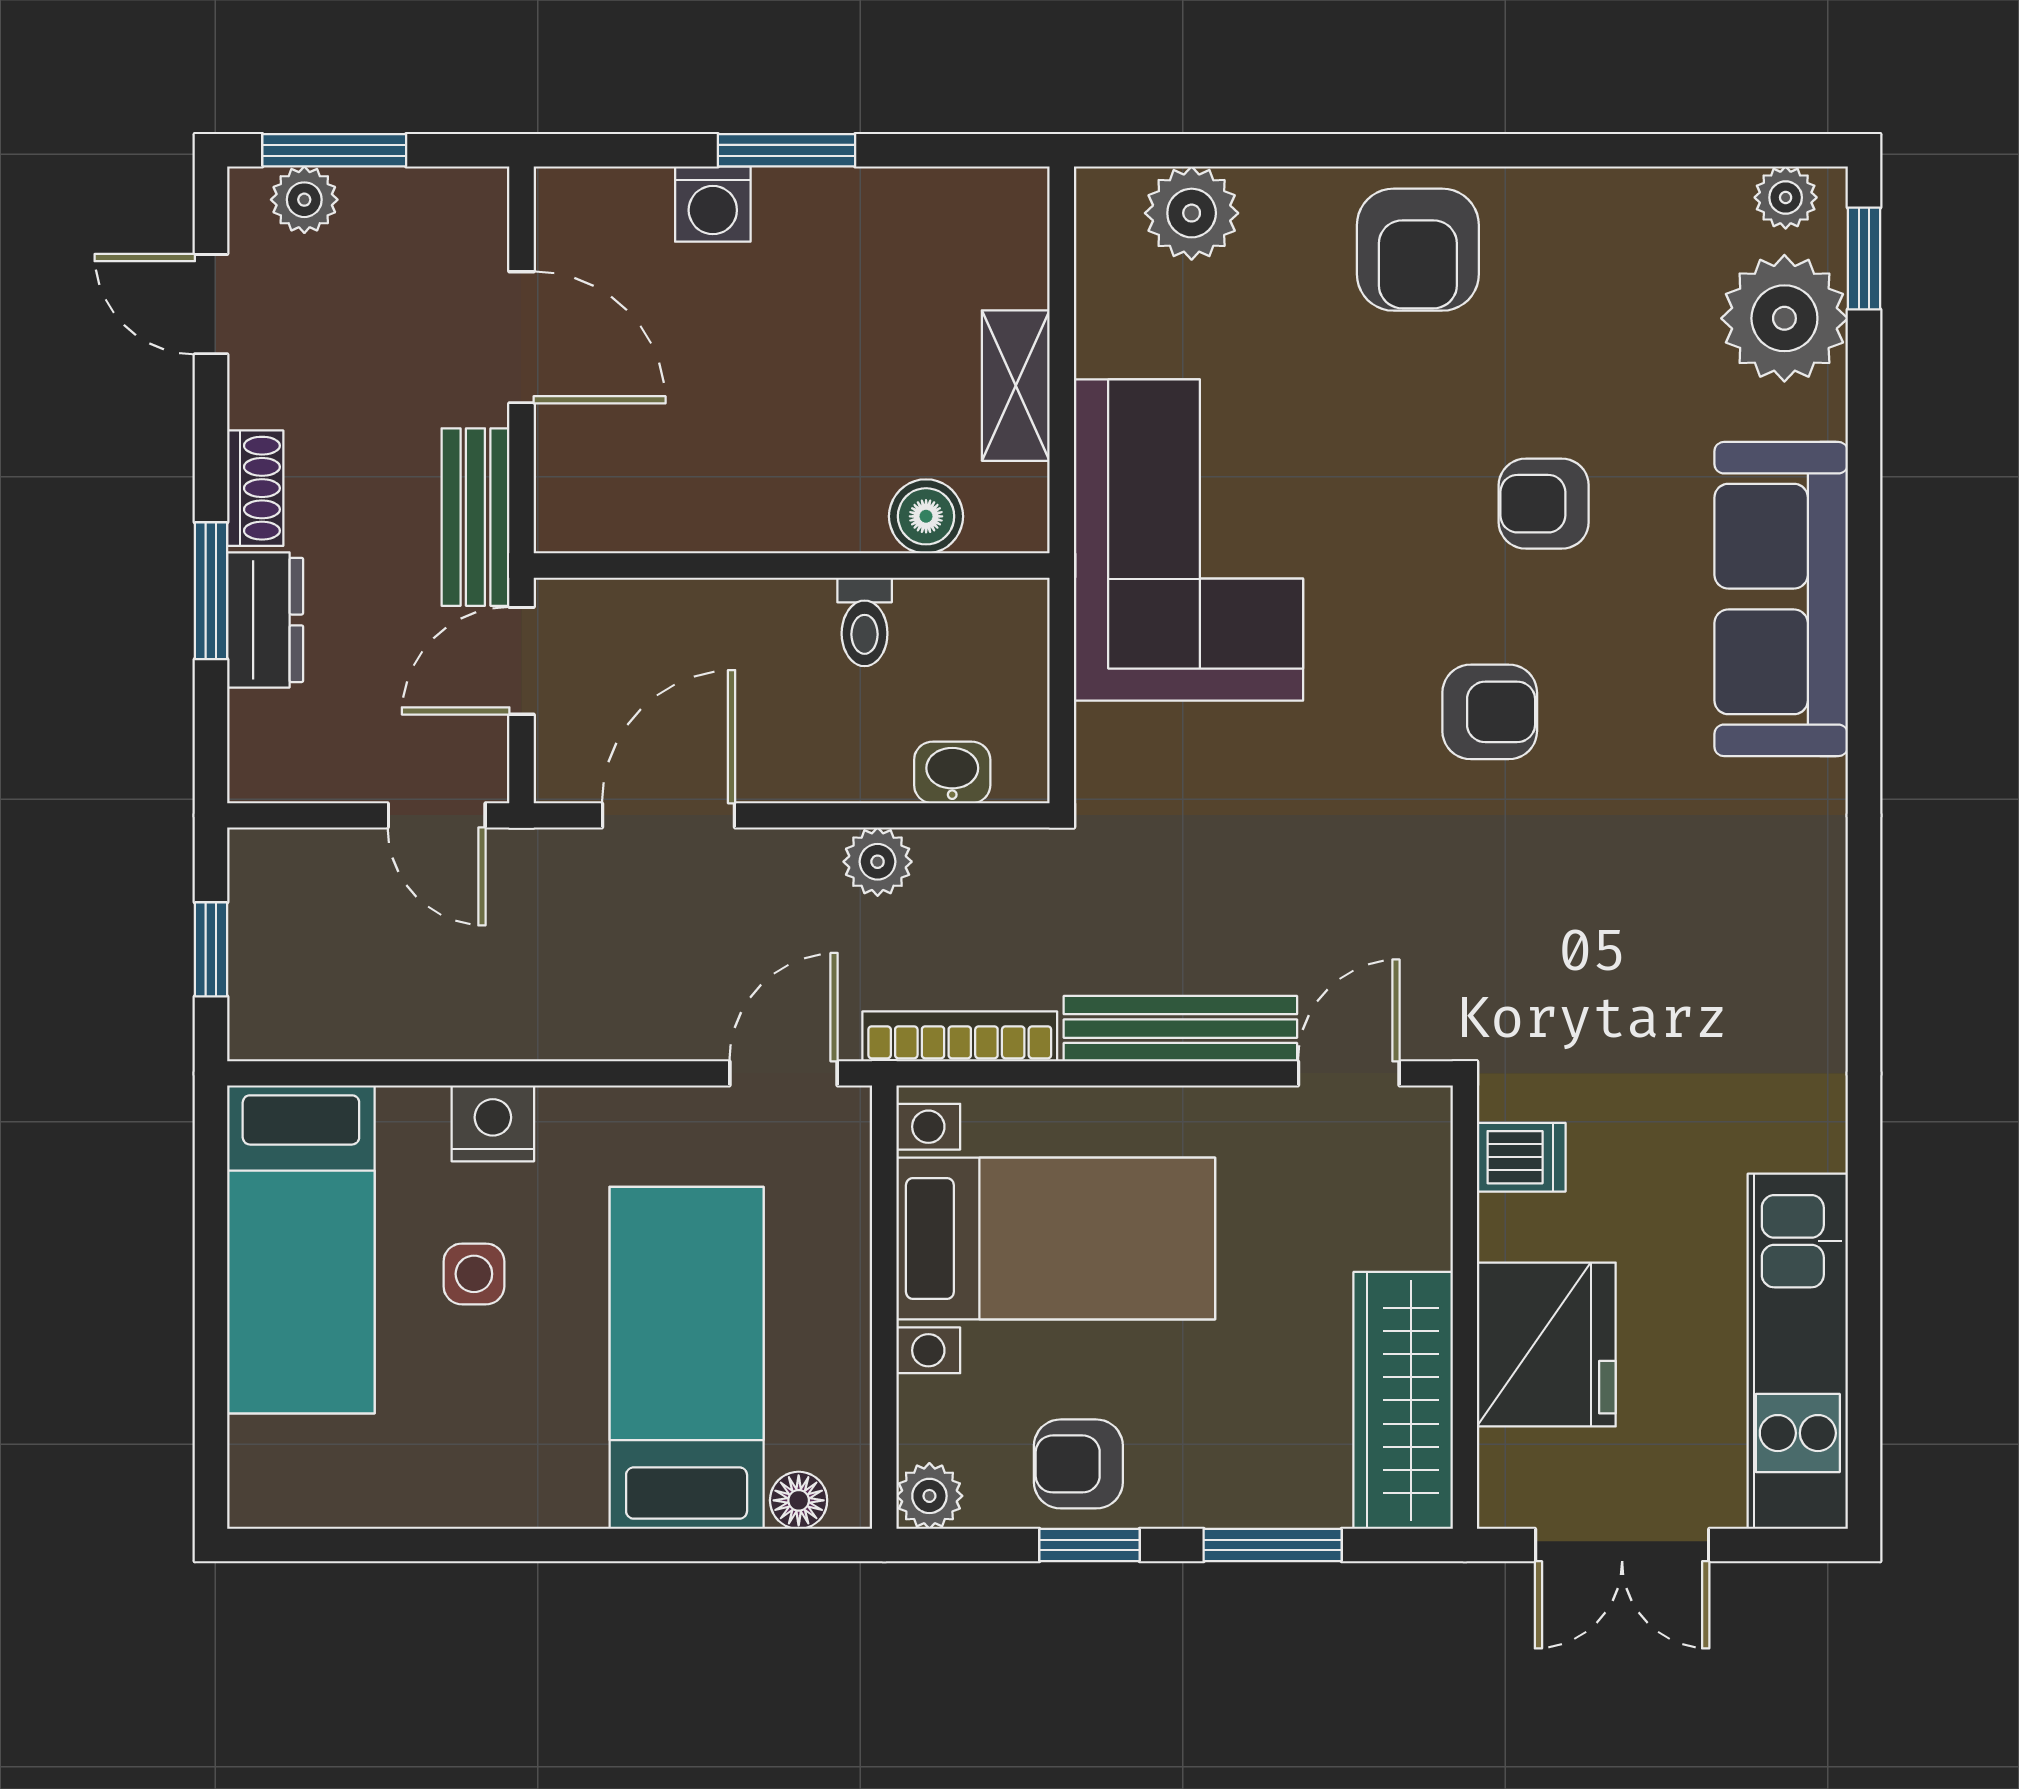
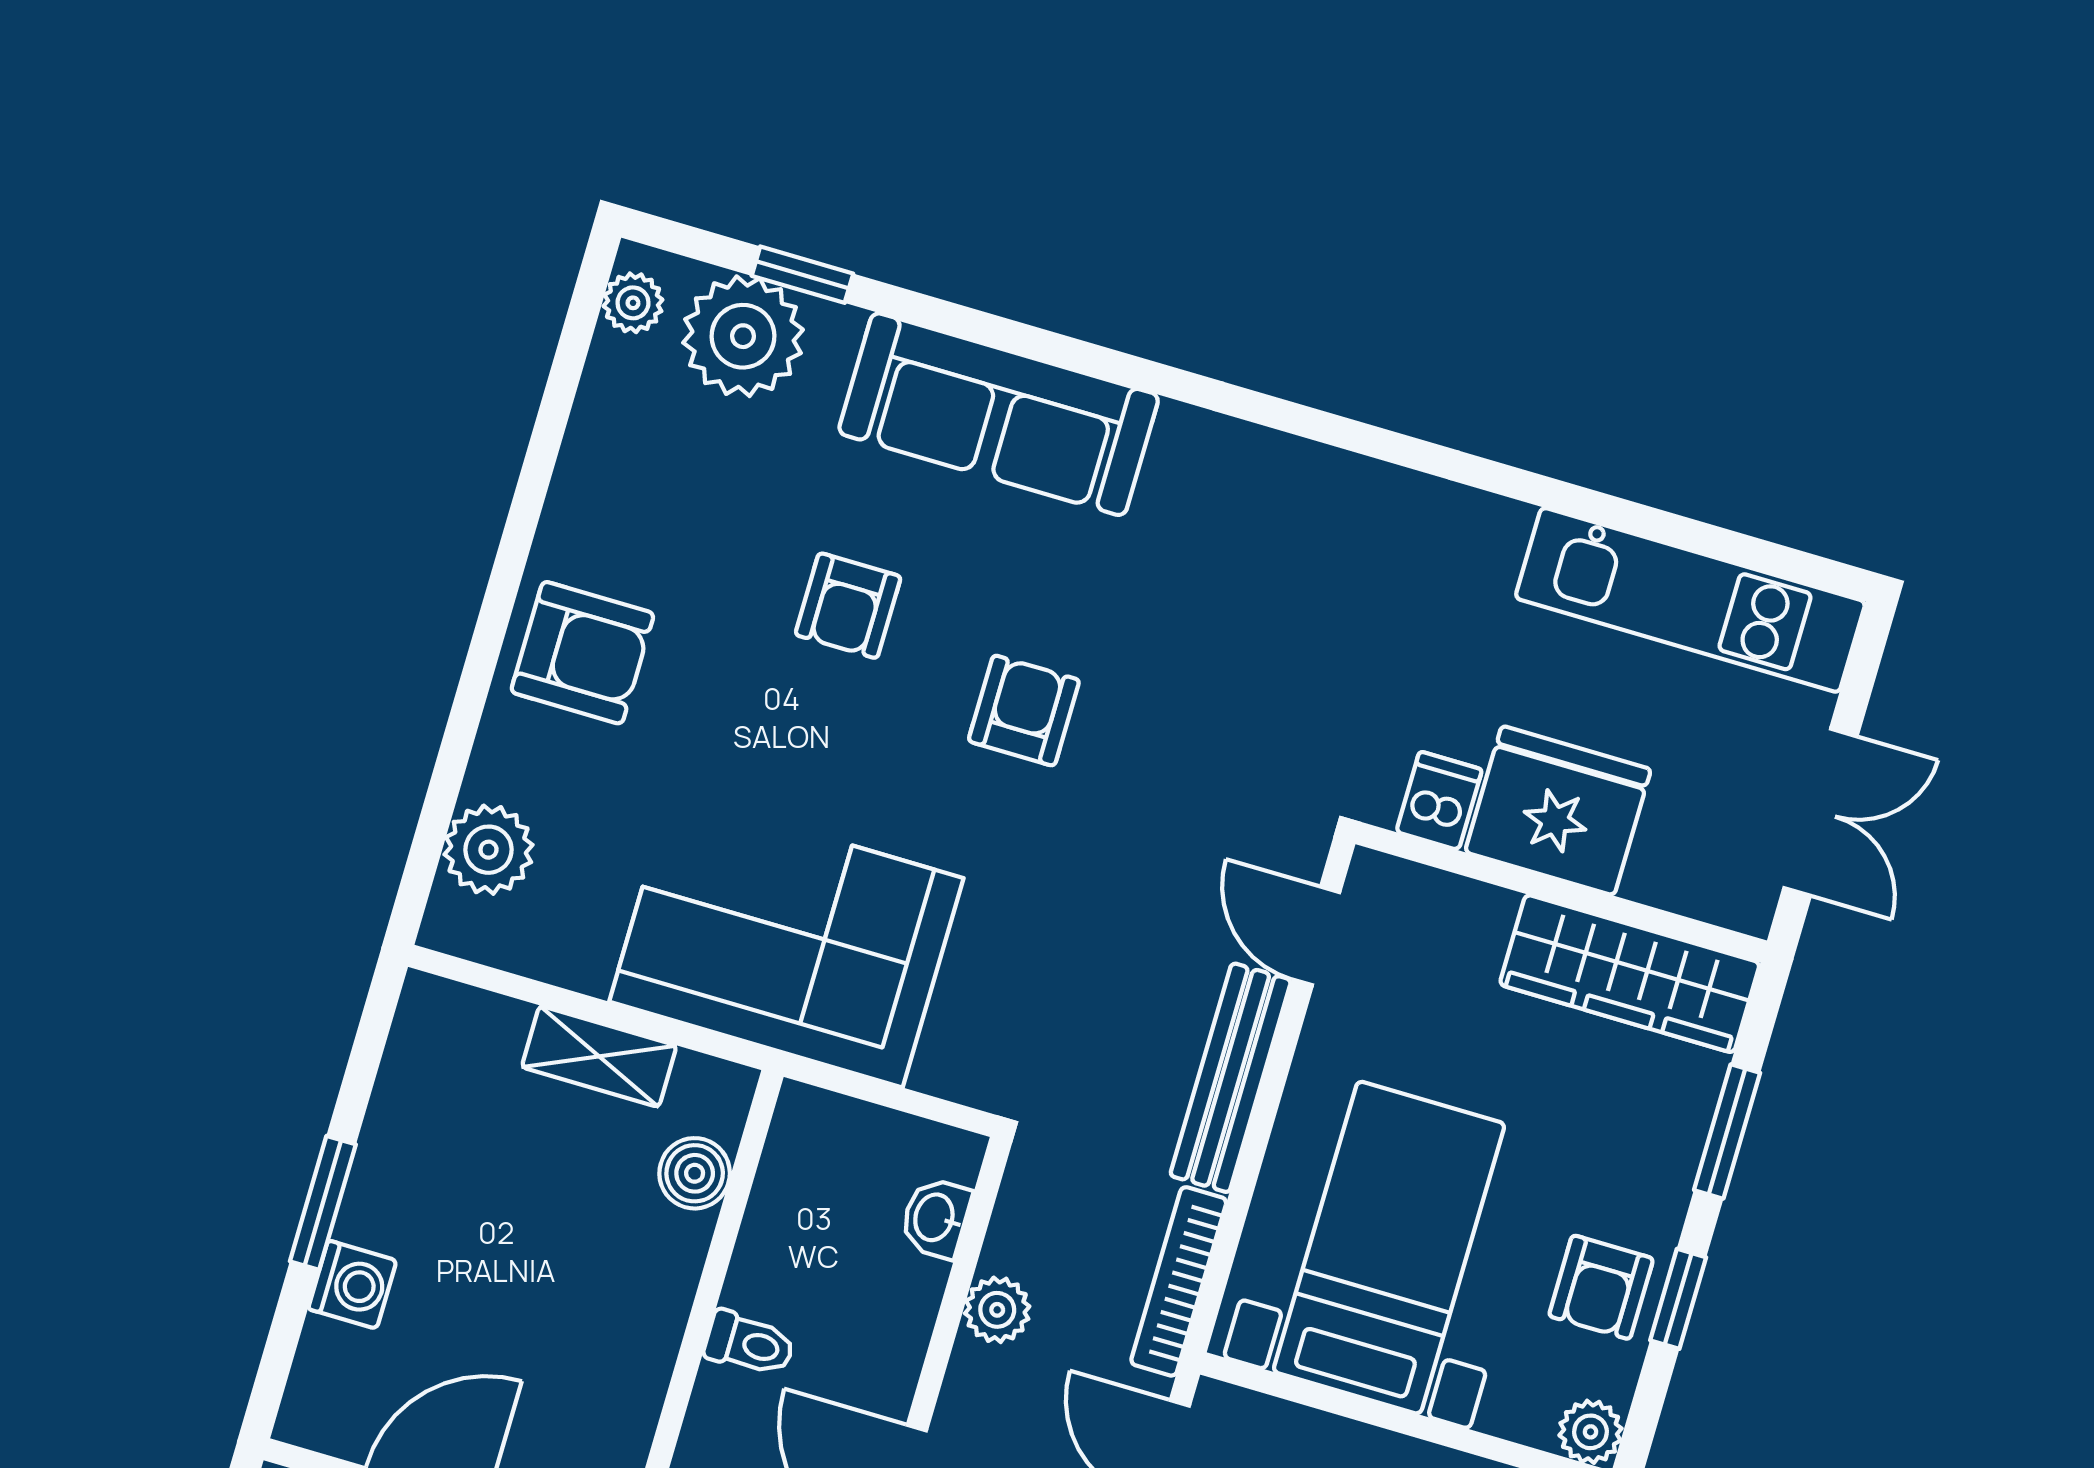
window: (1864, 258) -> (802, 275), moved
toilet: (865, 622) -> (749, 1344), moved
fridge: (1546, 1345) -> (1558, 811), moved

